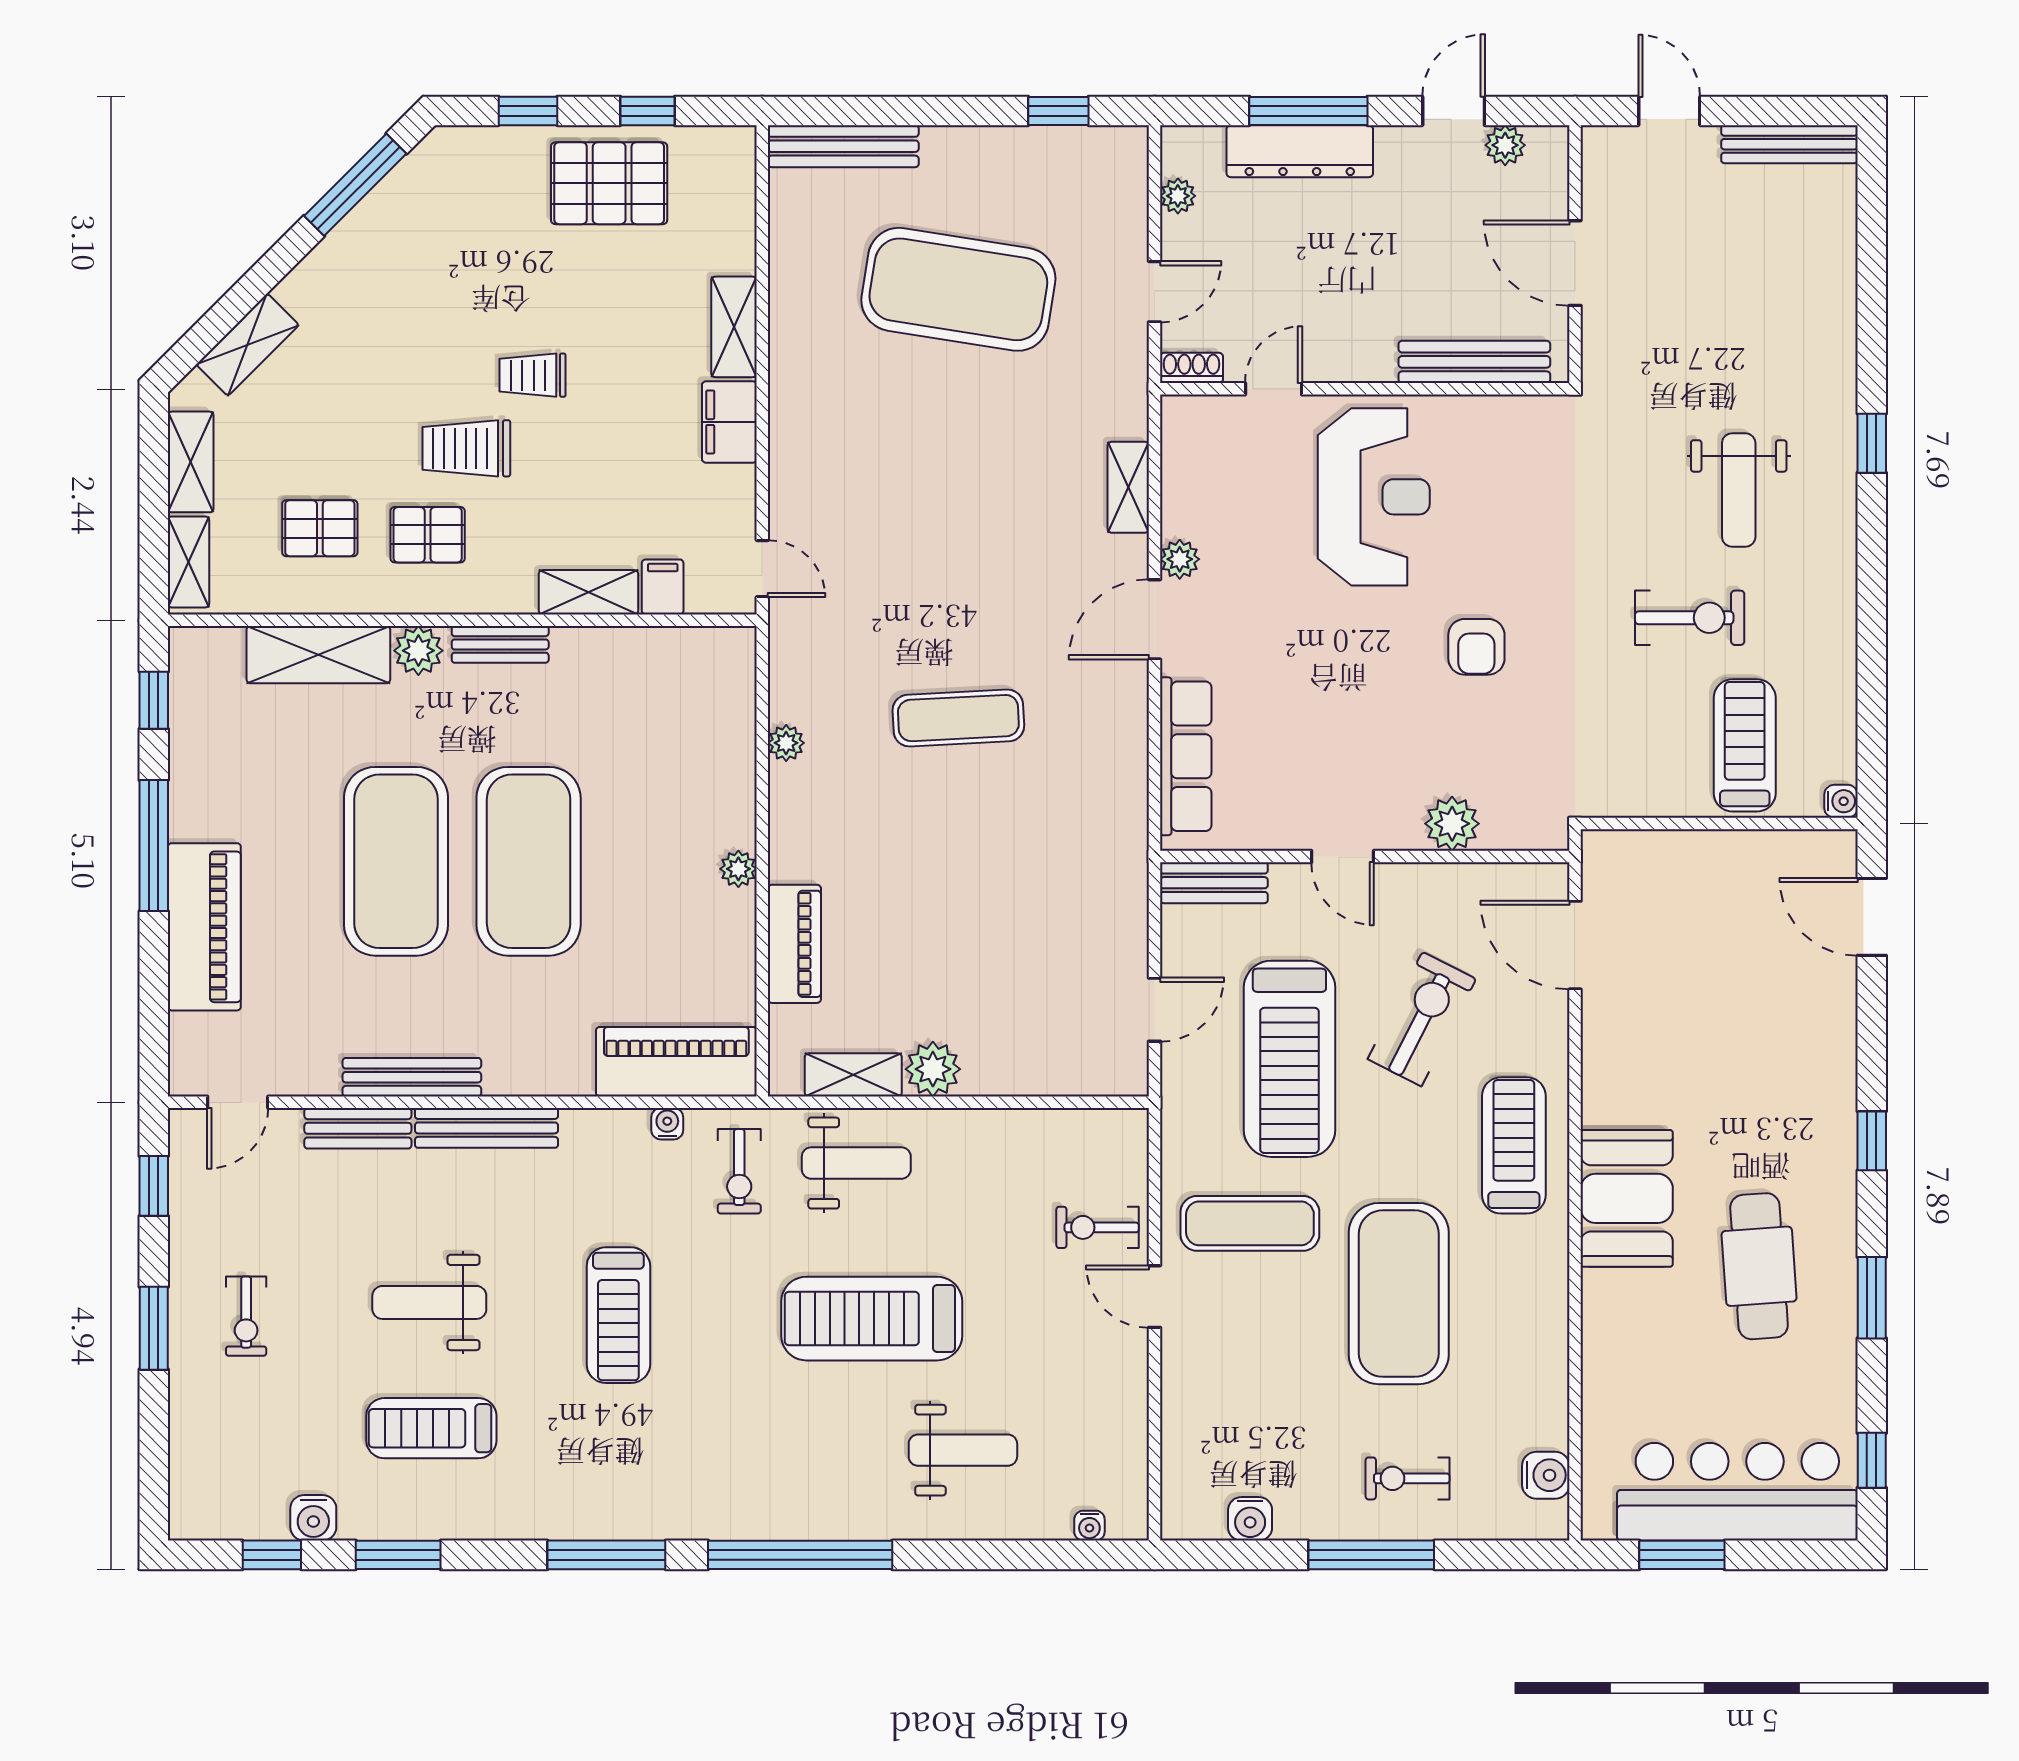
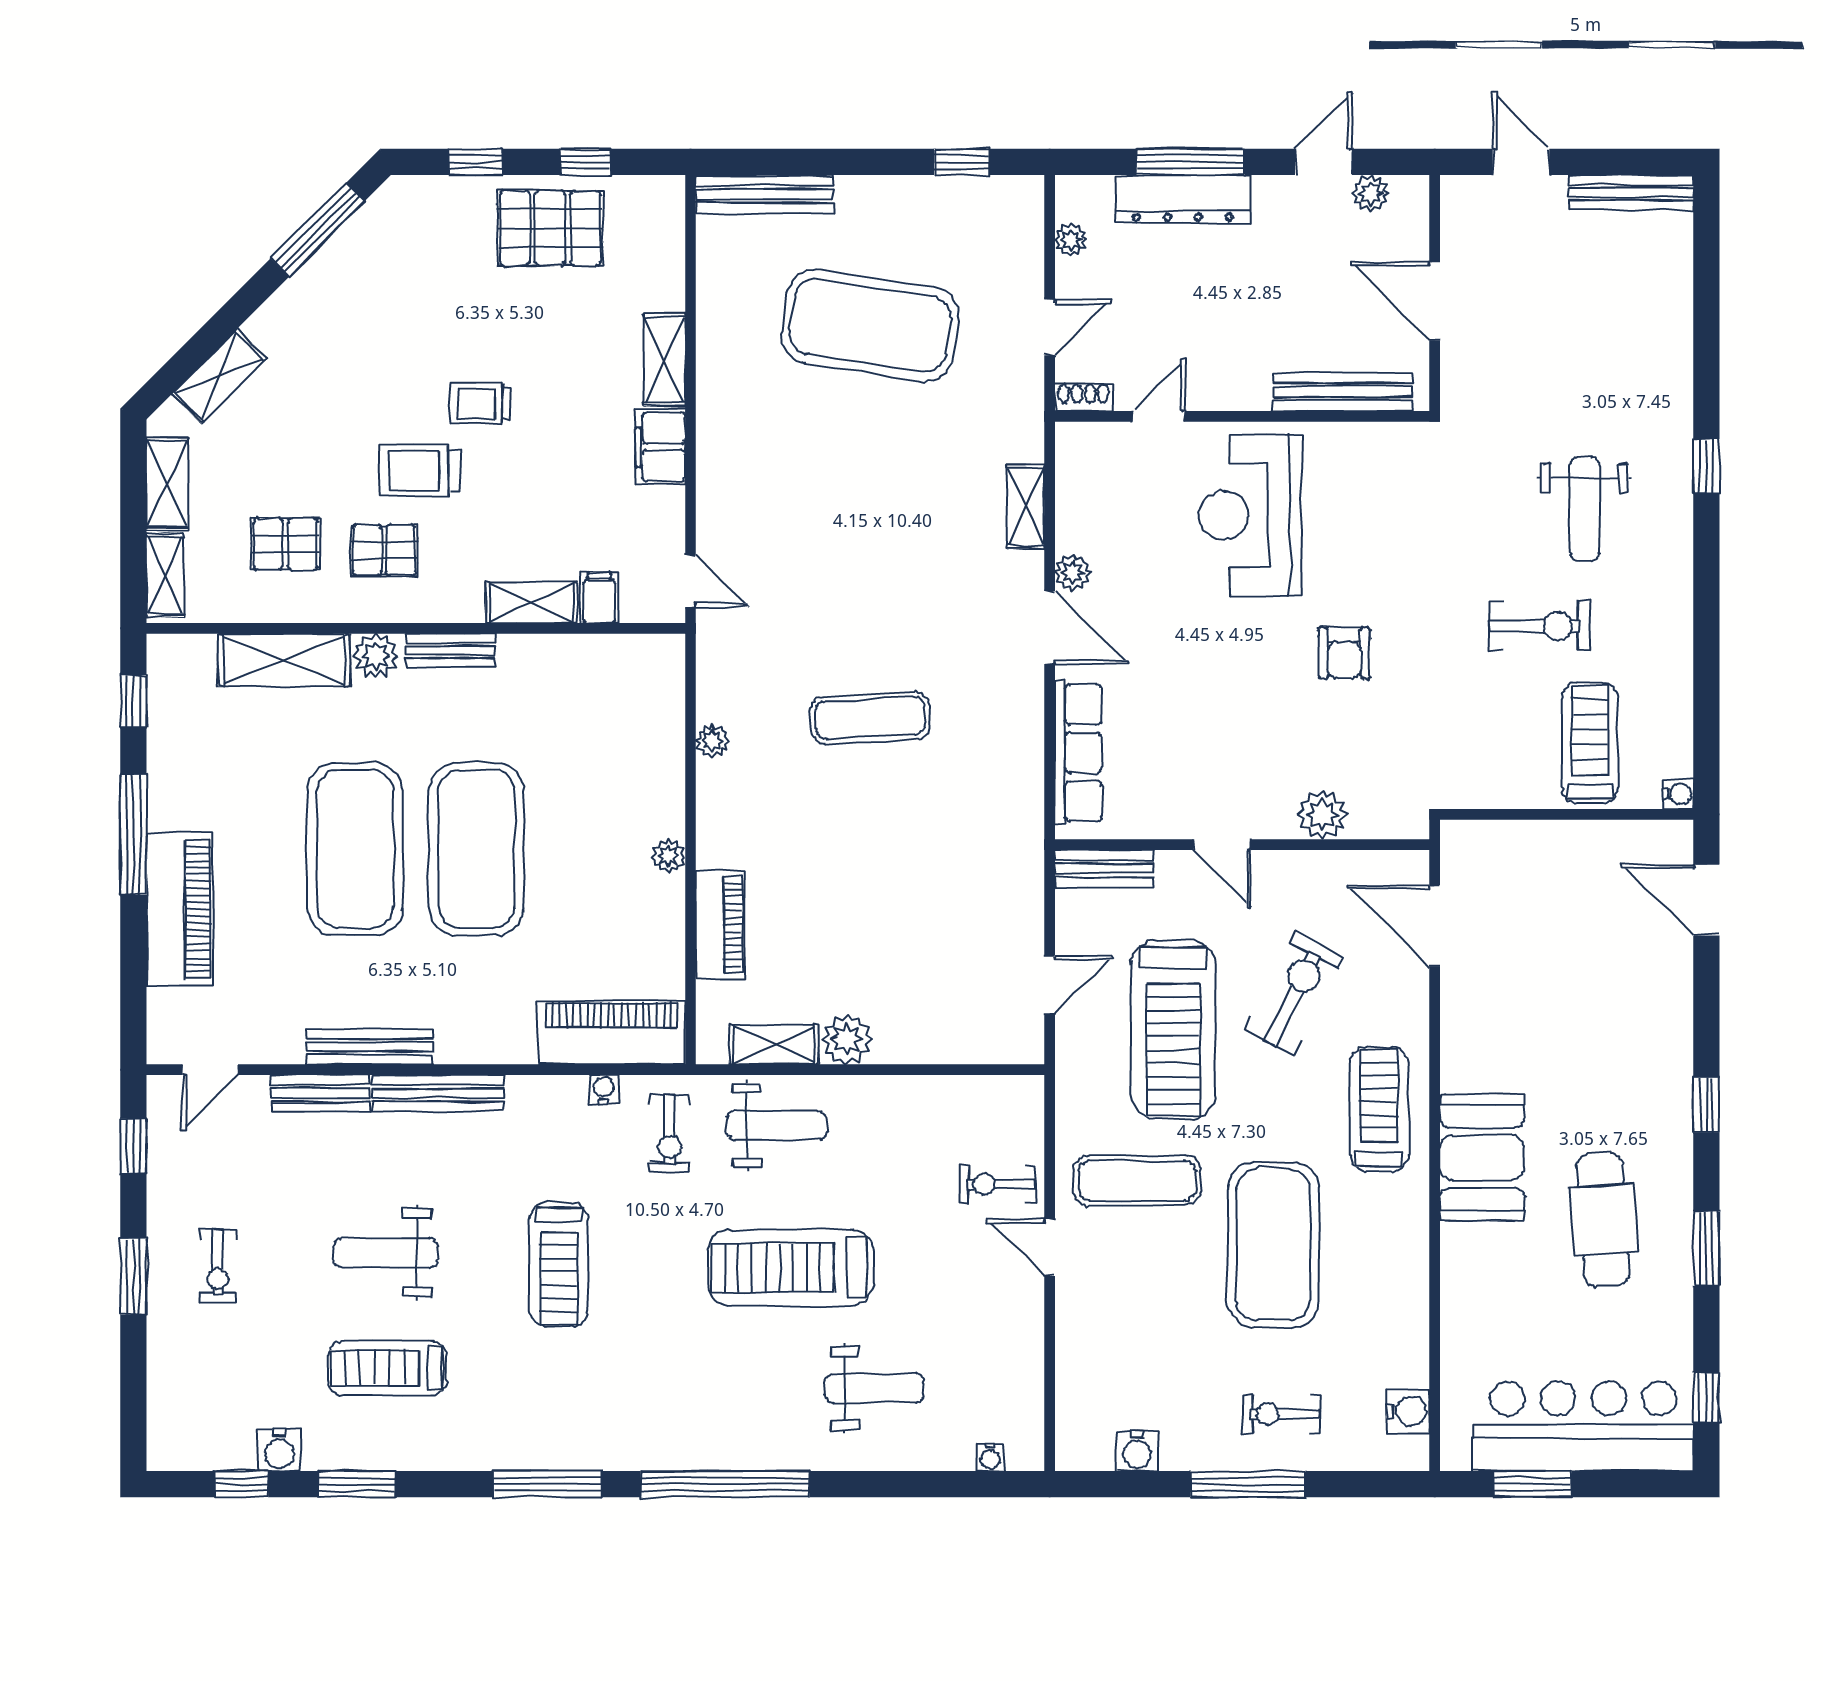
reception desk: (1374, 497) -> (1250, 515), turned 180
door: (1154, 619) -> (1050, 628), swing flipped

